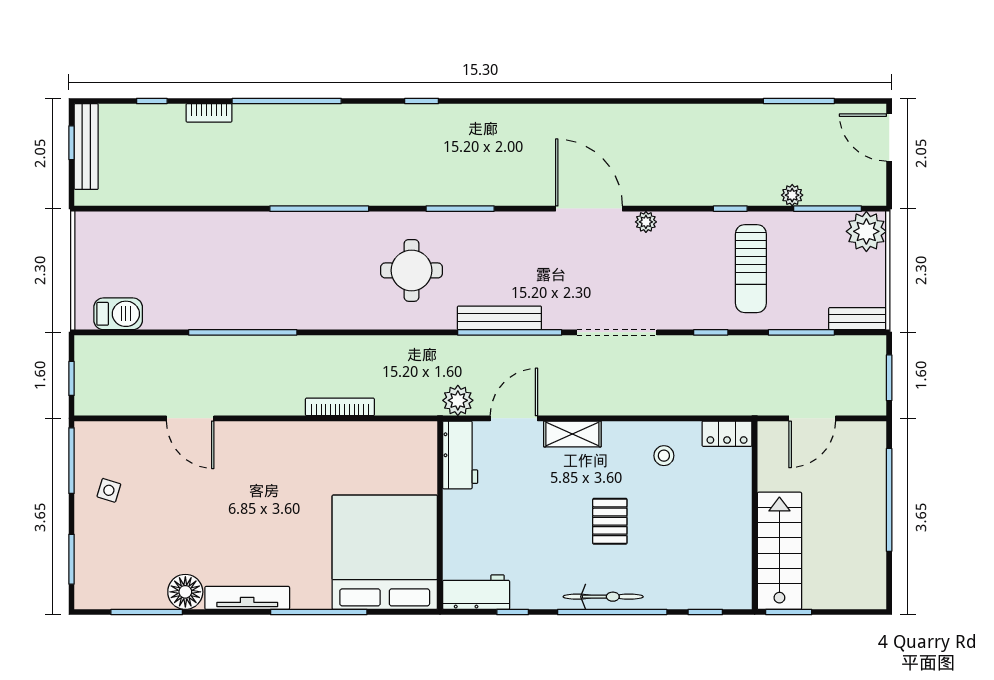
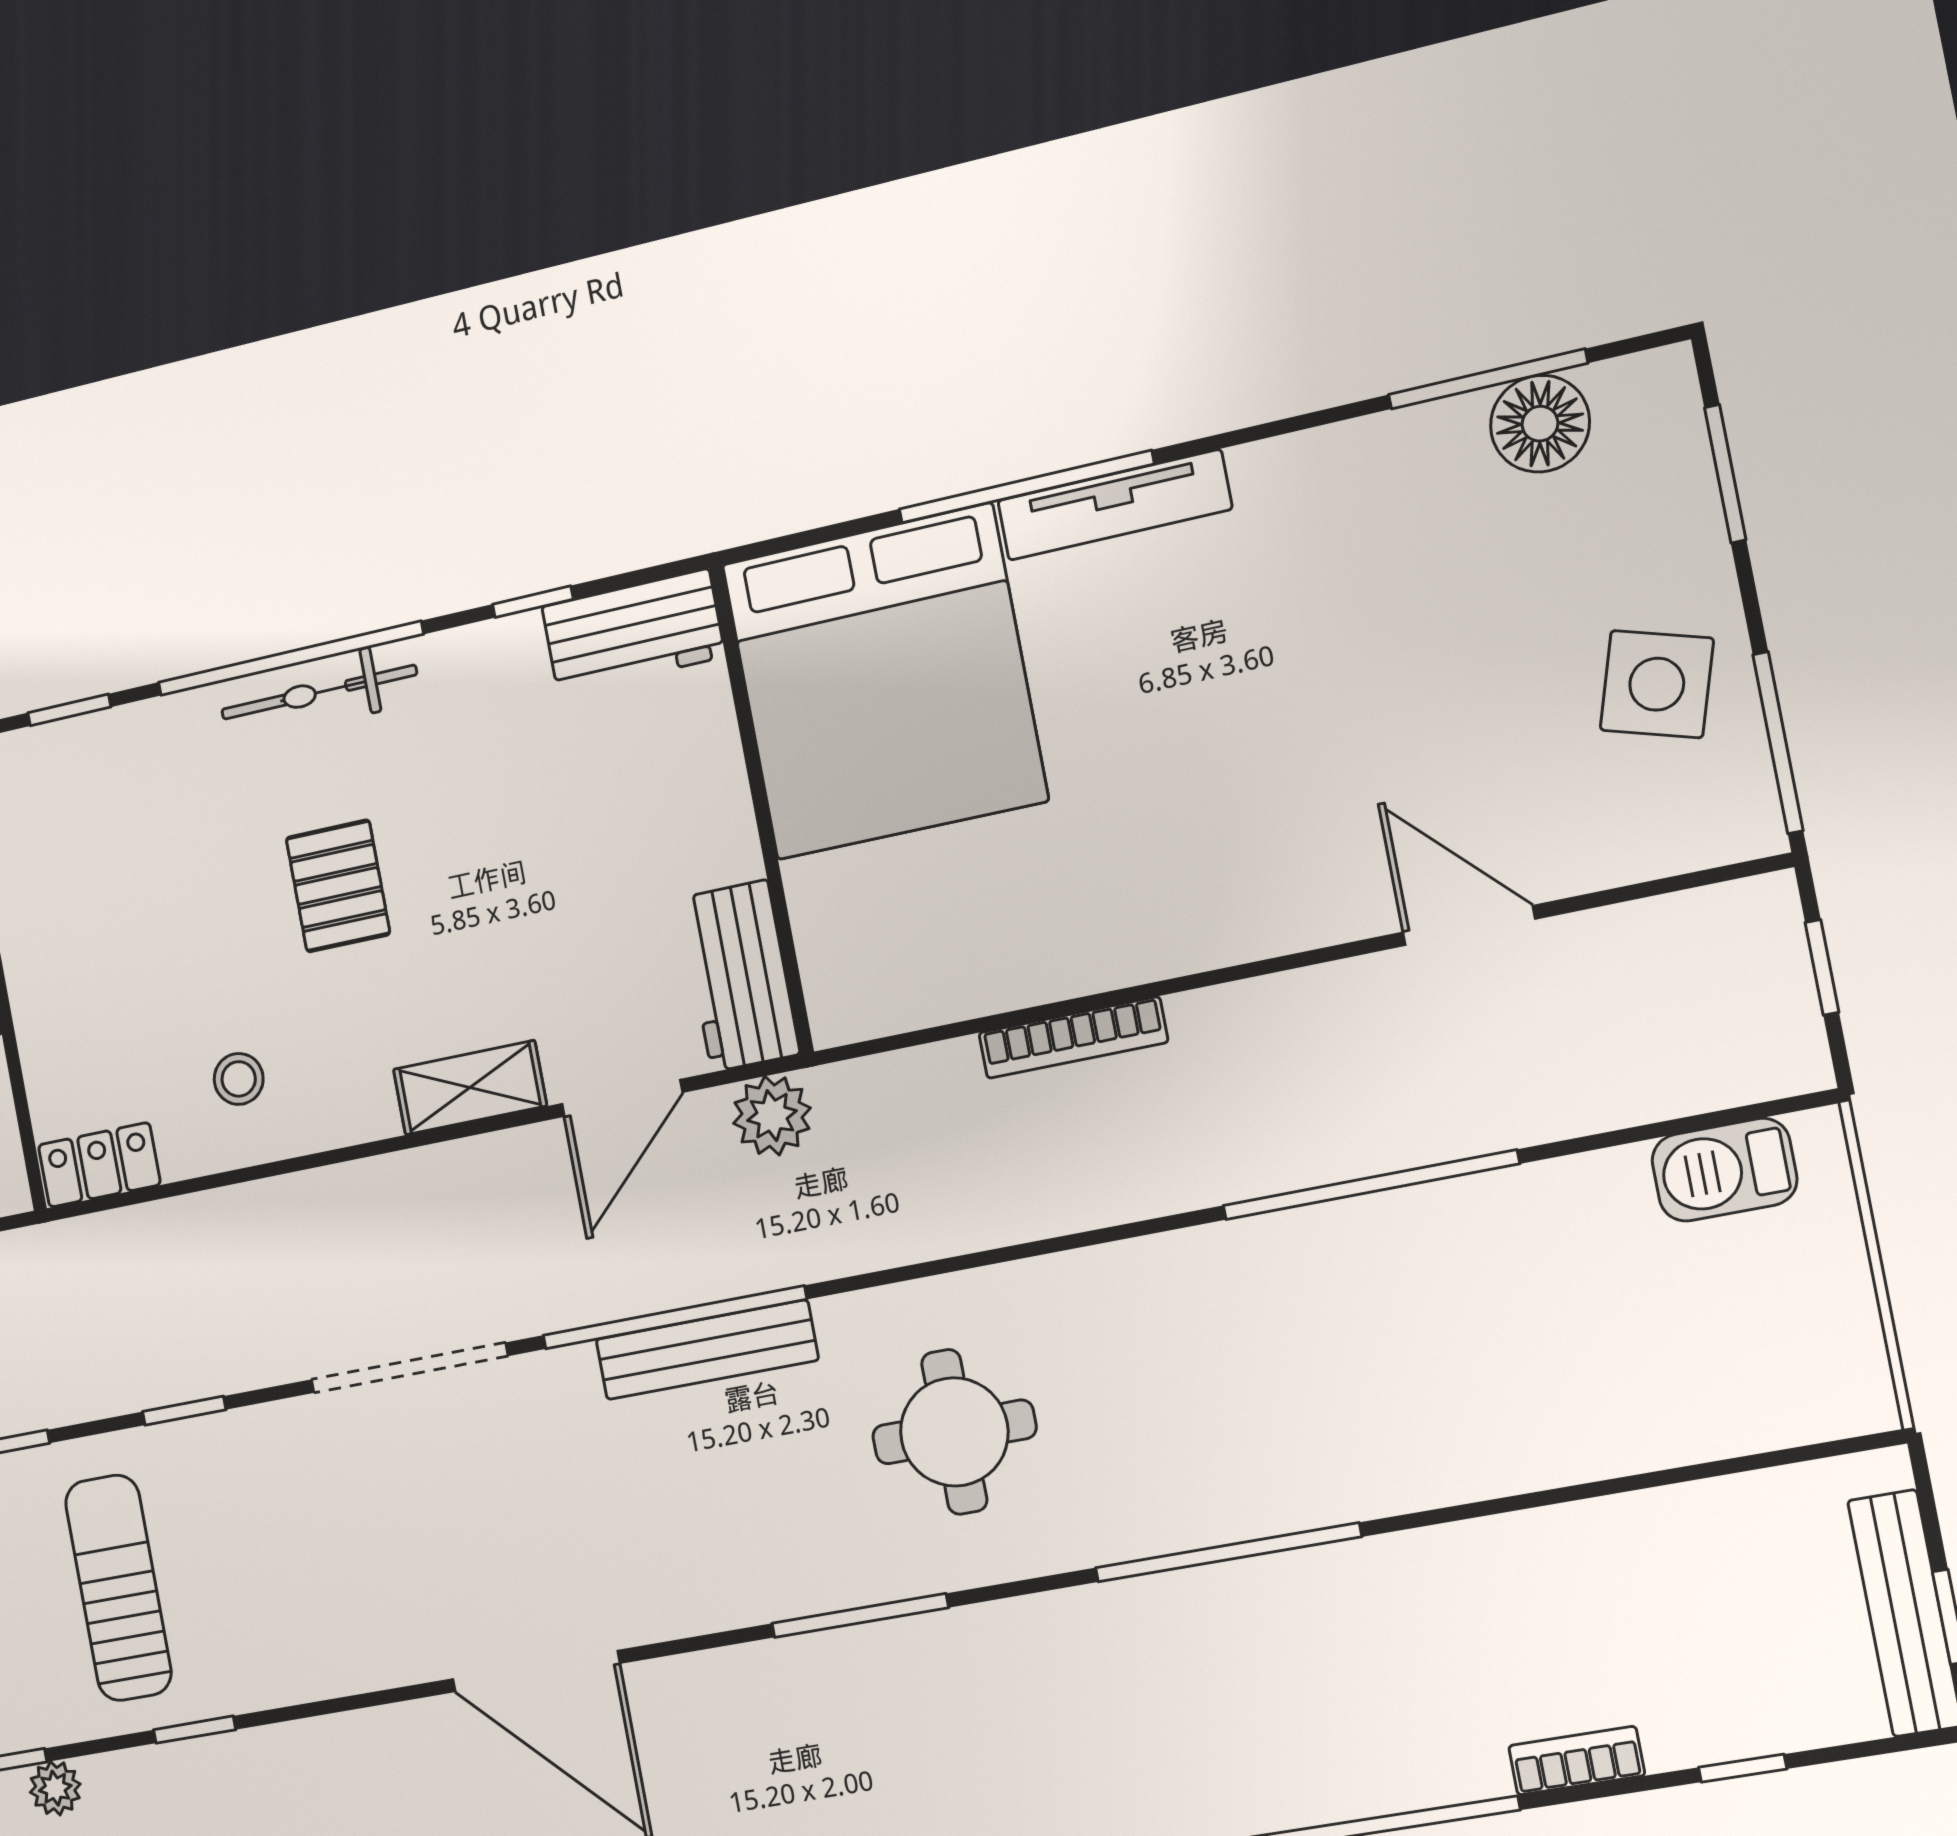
plant: (646, 222) -> (390, 1661), removed
side table: (109, 490) -> (1657, 684), width x1.87, depth x1.87
floor lamp: (185, 592) -> (1540, 424), moved
tv unit: (247, 598) -> (1114, 505), moved

